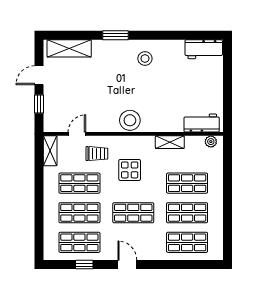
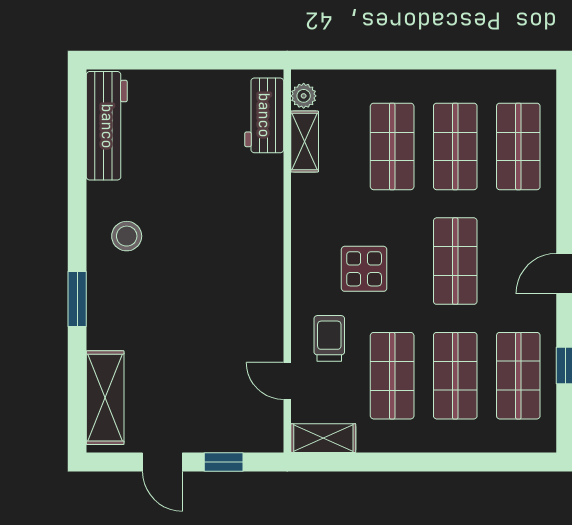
workbench: (204, 49) -> (107, 126), width x1.38
stool: (130, 120) -> (258, 268), removed
shelving: (170, 142) -> (305, 141), moved

